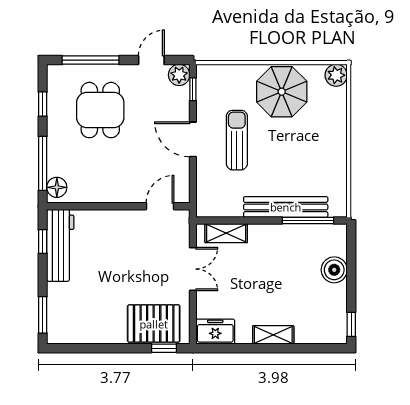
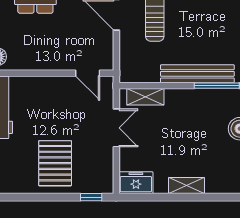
door: (160, 206) -> (88, 73), swing flipped
pallet: (154, 324) -> (55, 163), moved, turned 90

